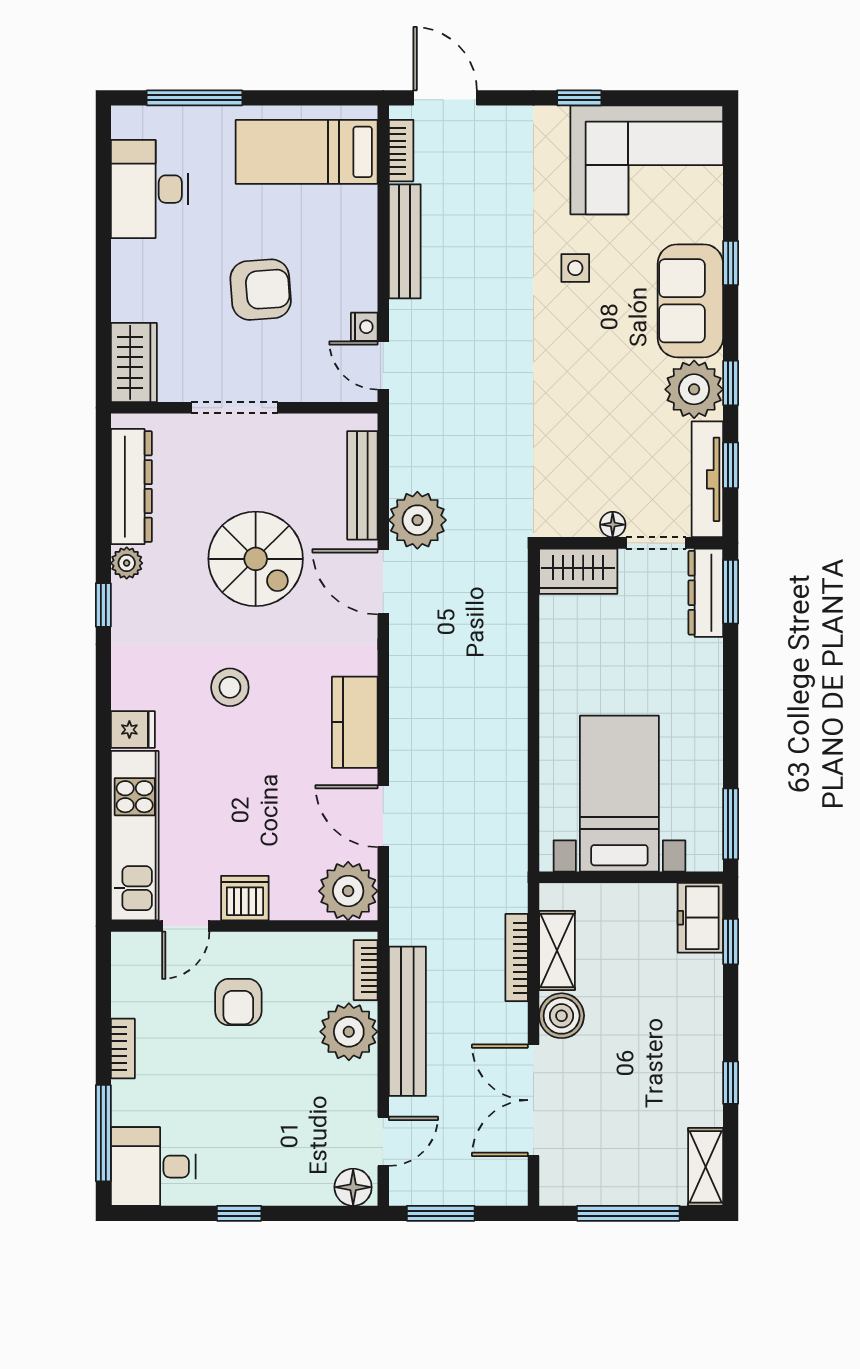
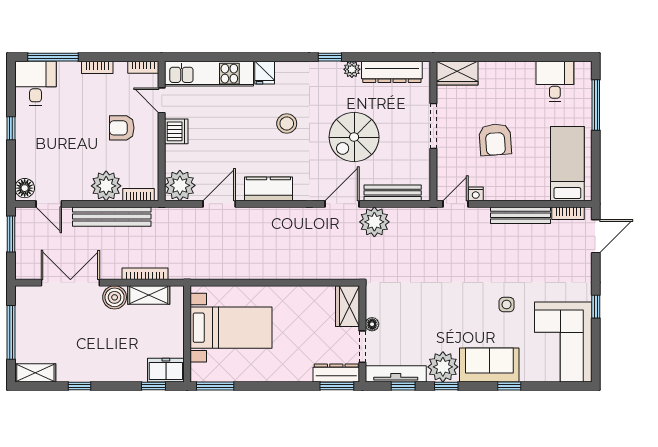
desk: (149, 189) -> (555, 81), width x0.73
bookcase: (123, 961) -> (143, 67), added

